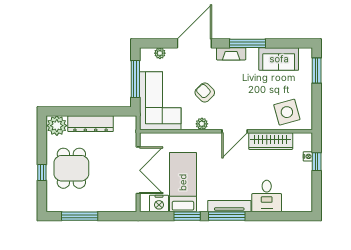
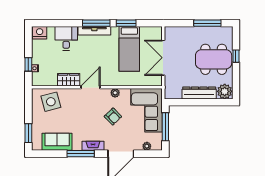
wardrobe: (271, 141) -> (69, 80), width x0.67
dining table: (71, 168) -> (214, 59), width x1.38
nightstand: (159, 203) -> (40, 33), moved

